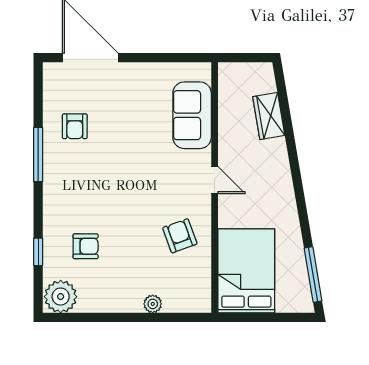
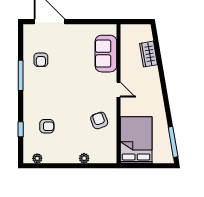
plant: (61, 297) -> (37, 158), width x0.53, depth x0.53

